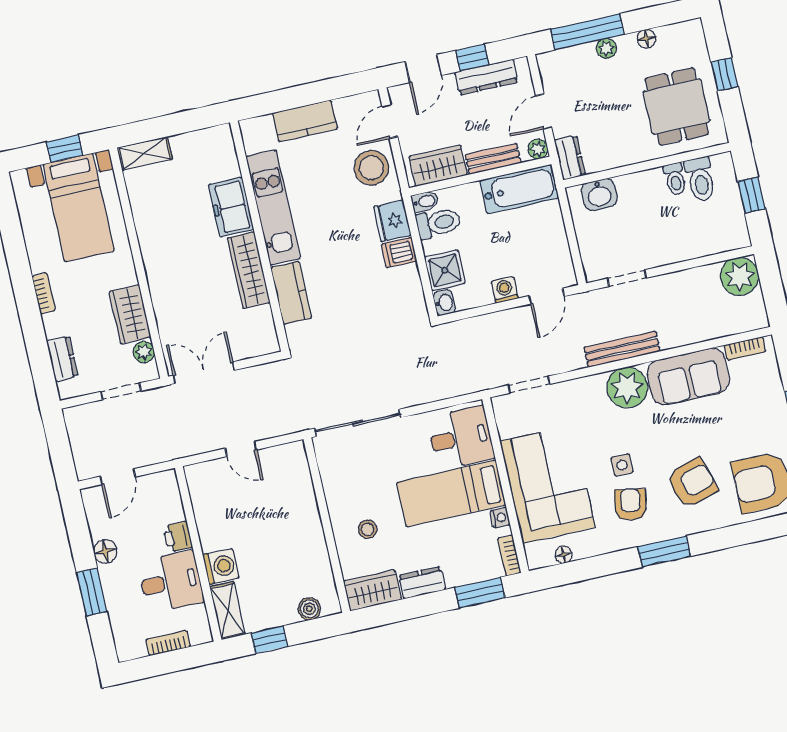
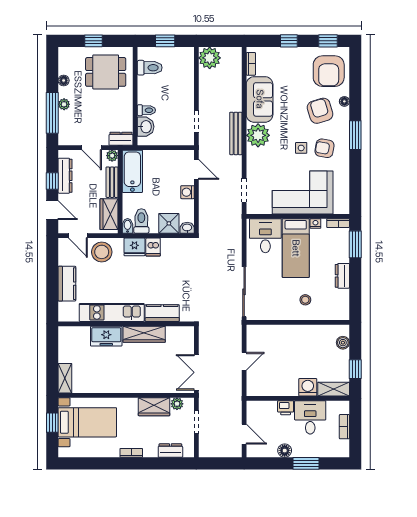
toilet: (675, 179) -> (146, 110), moved
floor lamp: (564, 555) -> (344, 101), moved
wardrobe: (372, 590) -> (340, 305), removed

